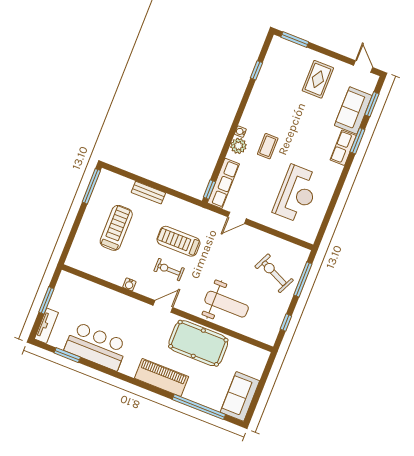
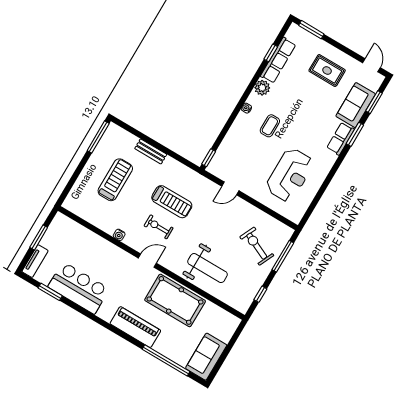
rug: (318, 79) -> (327, 71), turned 90
plant: (238, 146) -> (262, 88), moved
row of seats: (223, 183) -> (278, 60), moved
treadmill: (178, 241) -> (172, 202), turned 180

